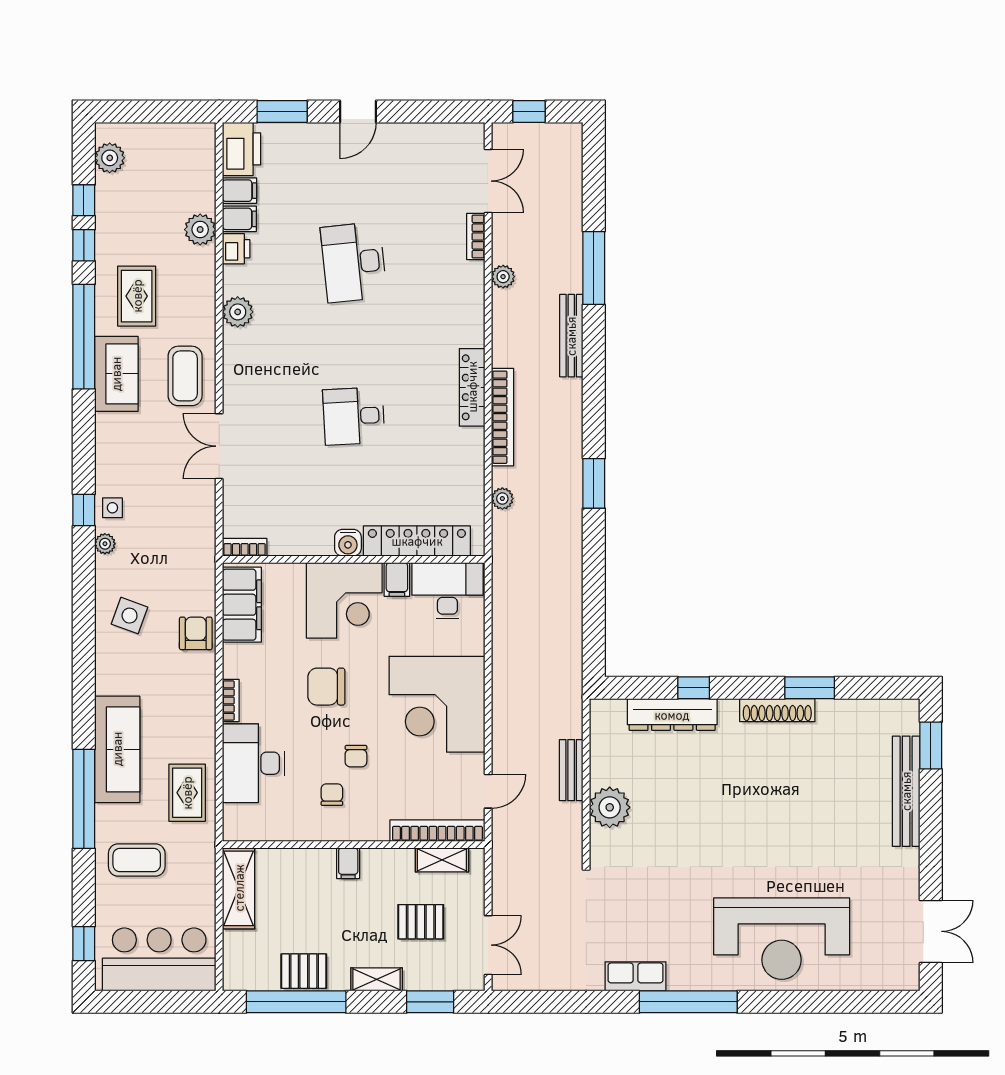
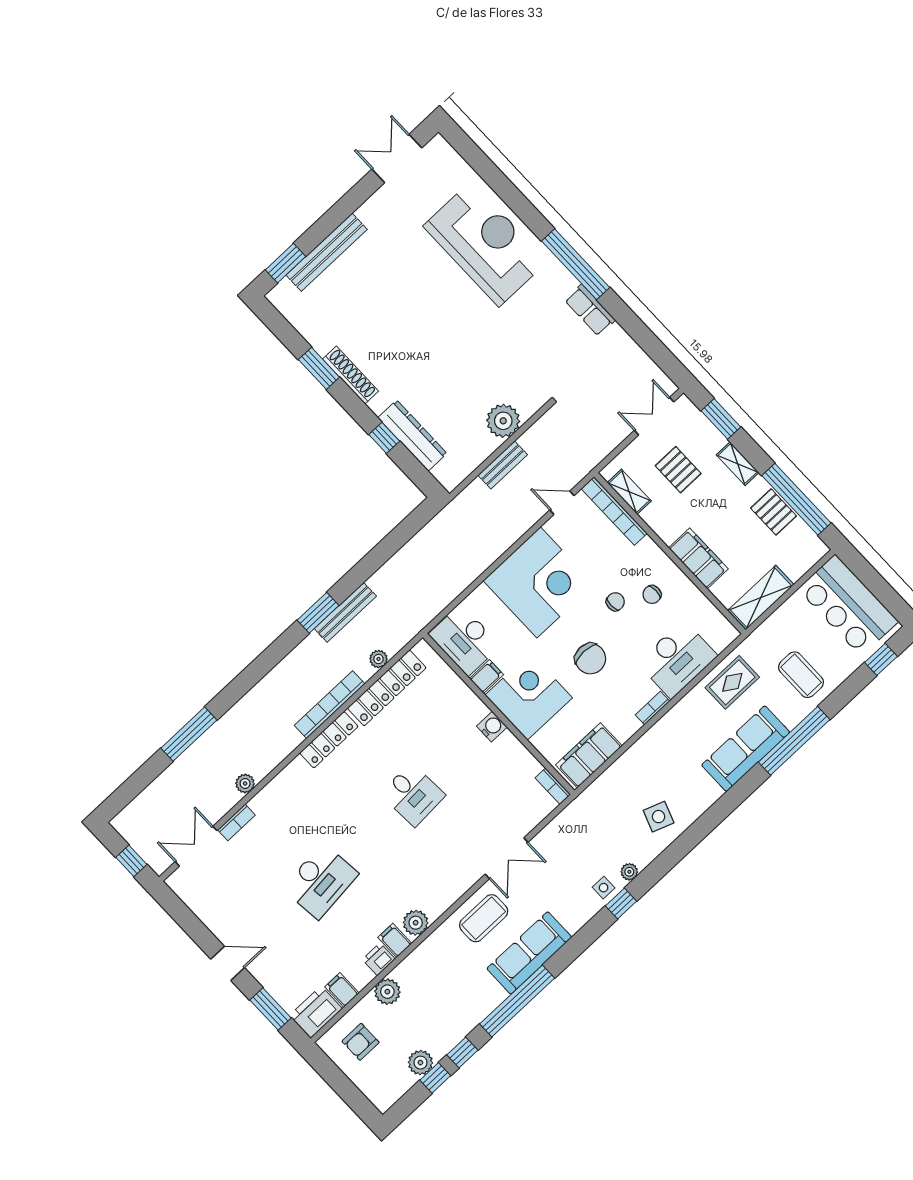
plant: (110, 158) -> (420, 1063), moved
filing cabinet: (239, 219) -> (395, 940), moved
rug: (137, 296) -> (463, 992), removed
bench: (571, 336) -> (345, 612), moved
sofa: (116, 374) -> (529, 953), width x1.36
locker: (417, 541) -> (387, 688), moved, turned -90
armchair: (196, 633) -> (361, 1042), moved
filing cabinet: (348, 863) -> (698, 558), width x3.00, depth x1.17

